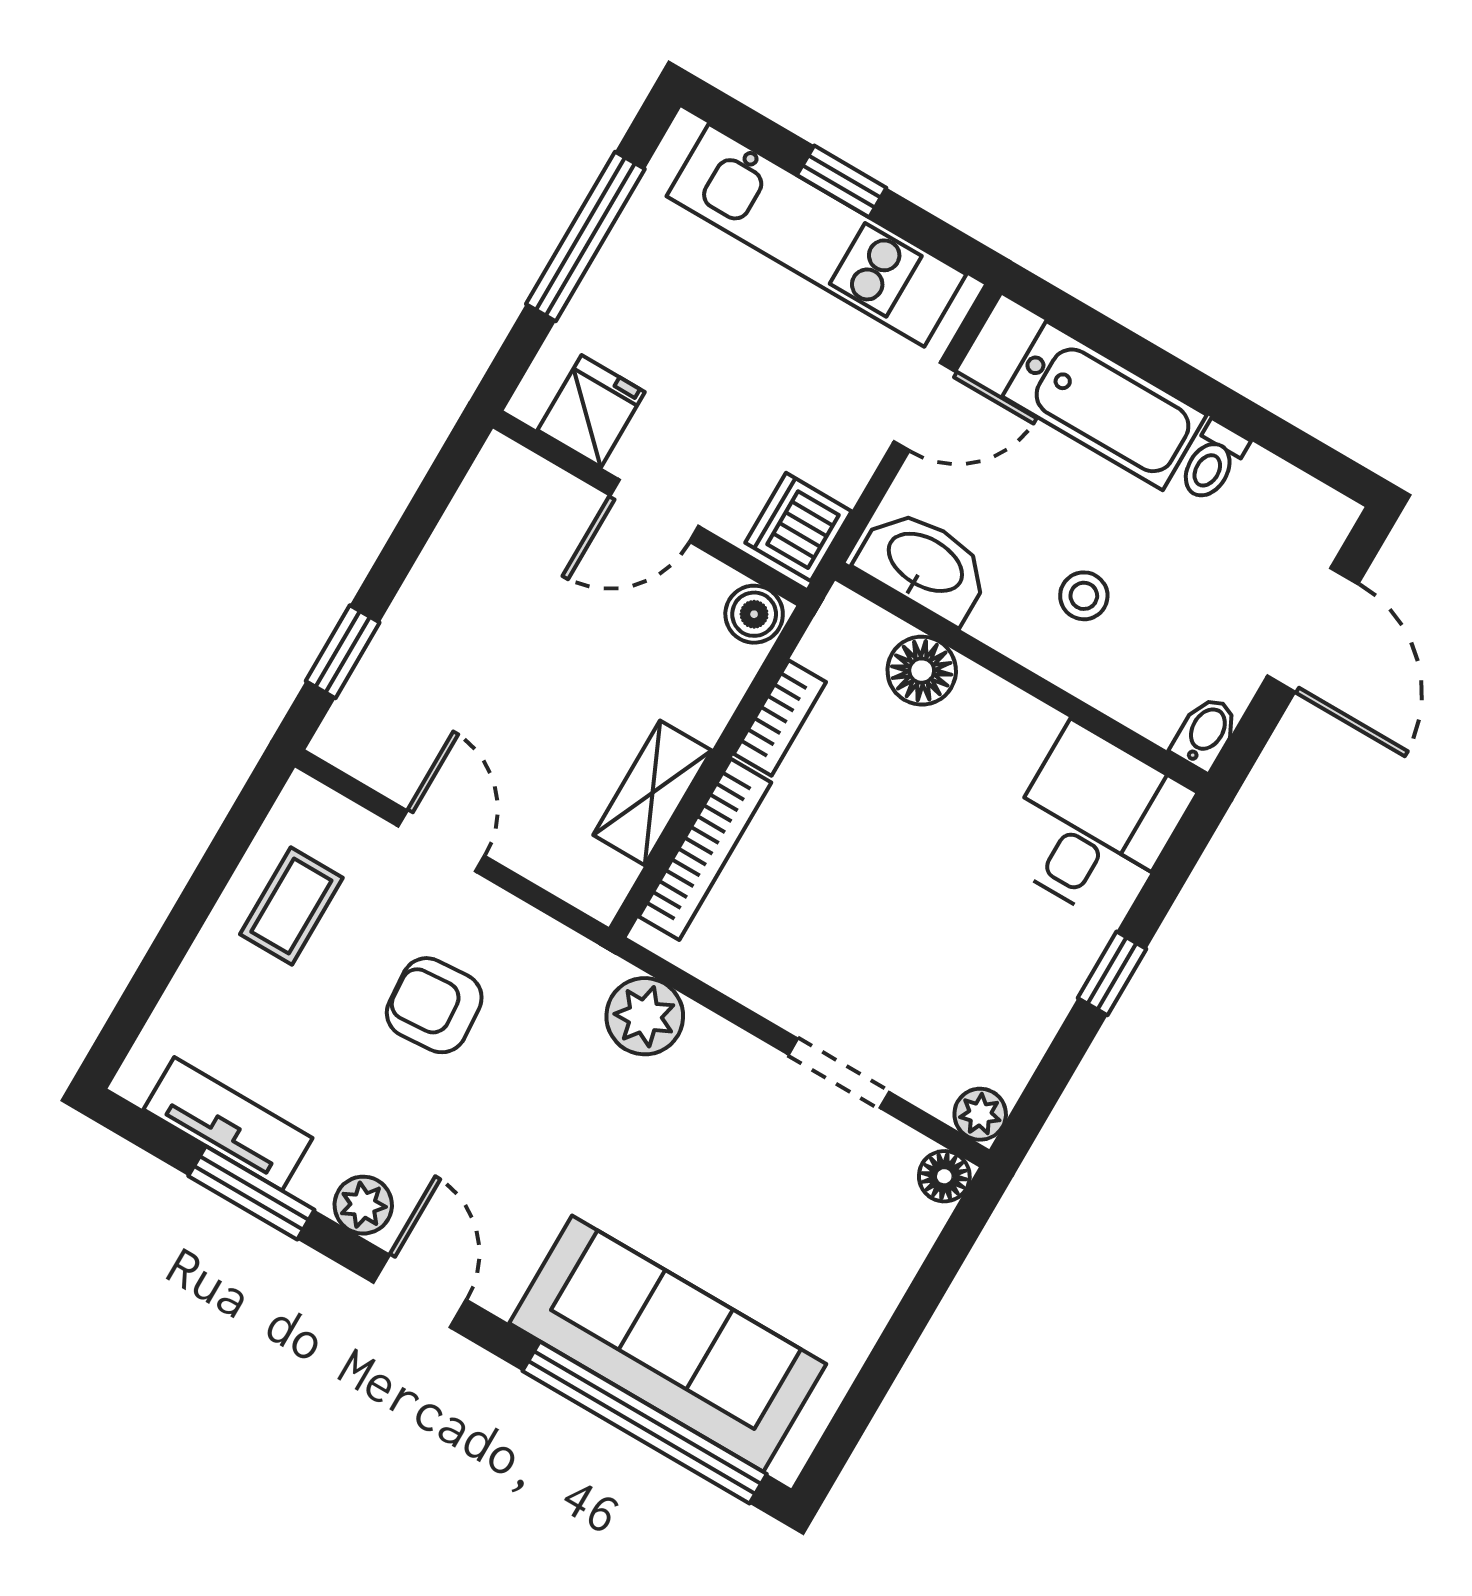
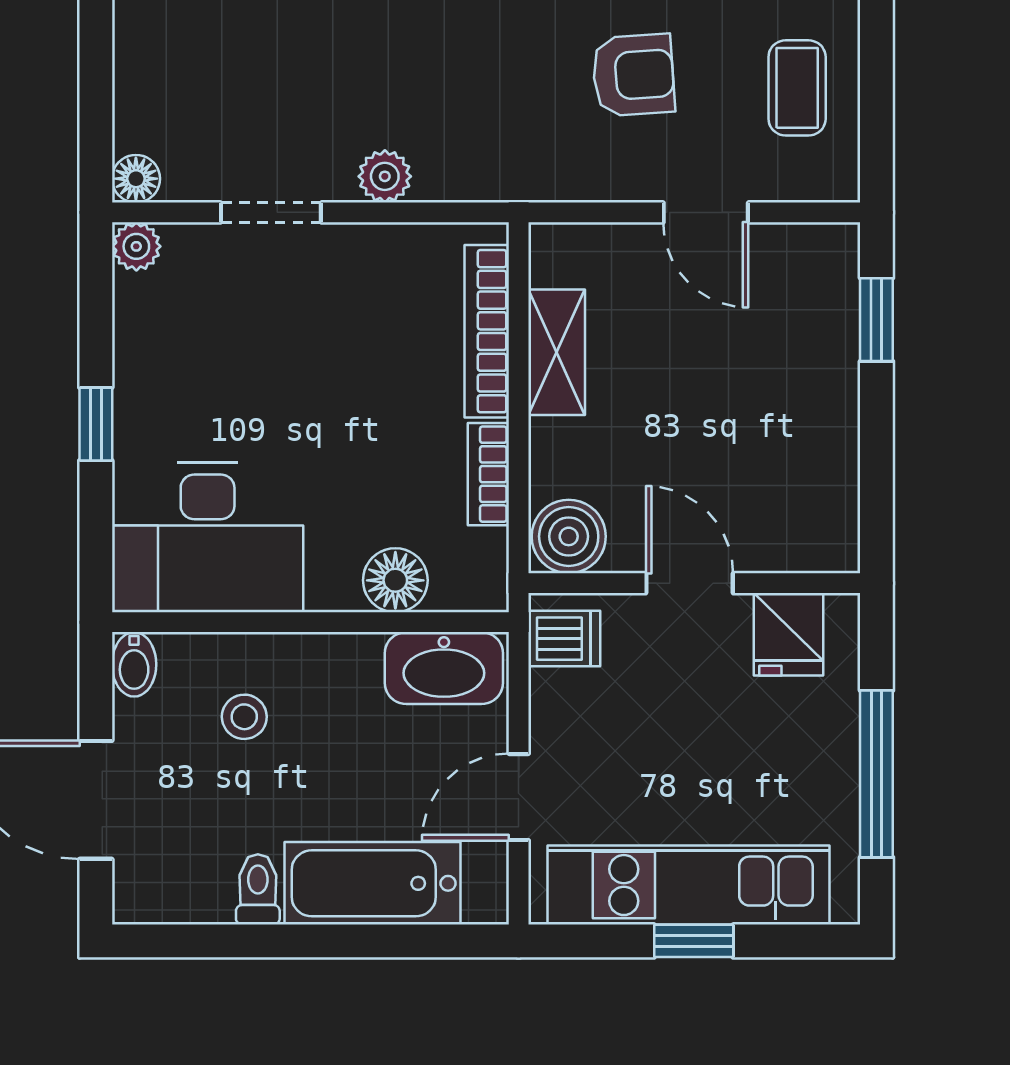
door: (654, 511) -> (690, 583), hinge flipped
dishwasher: (798, 527) -> (564, 639), width x0.73
stool: (1084, 596) -> (244, 717), moved
boiler: (754, 614) -> (569, 536), width x1.36, depth x1.36
desk: (1094, 824) -> (208, 537), width x1.37
plant: (645, 1016) -> (385, 176), moved, width x0.73, depth x0.73

